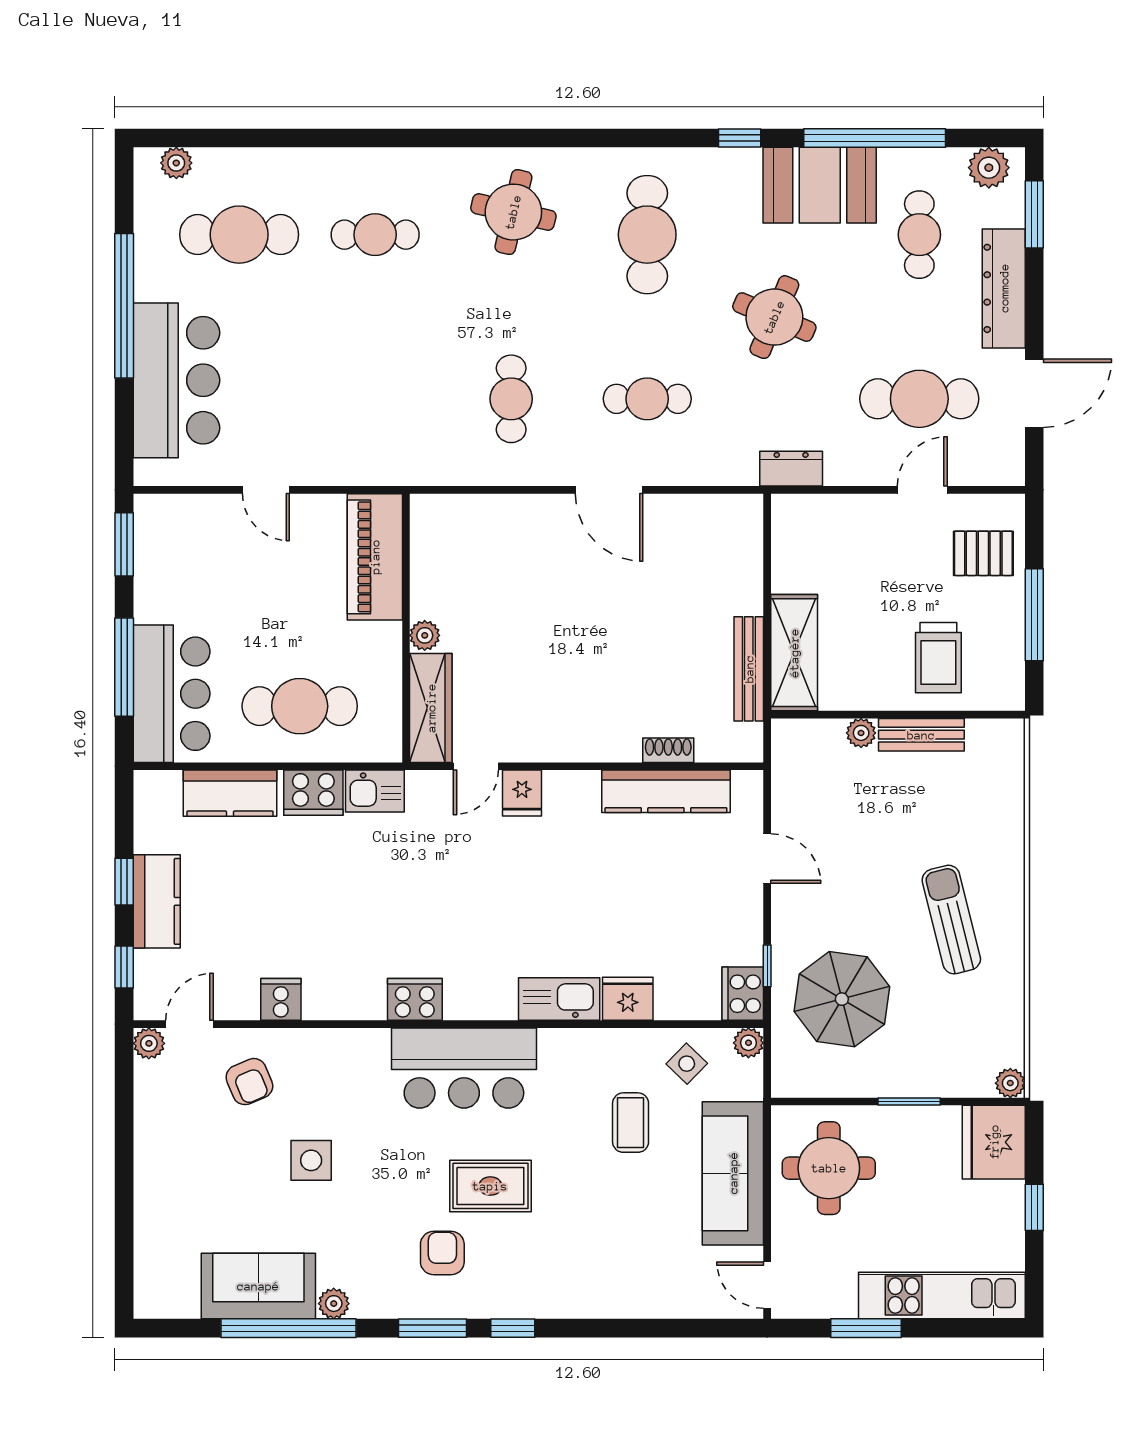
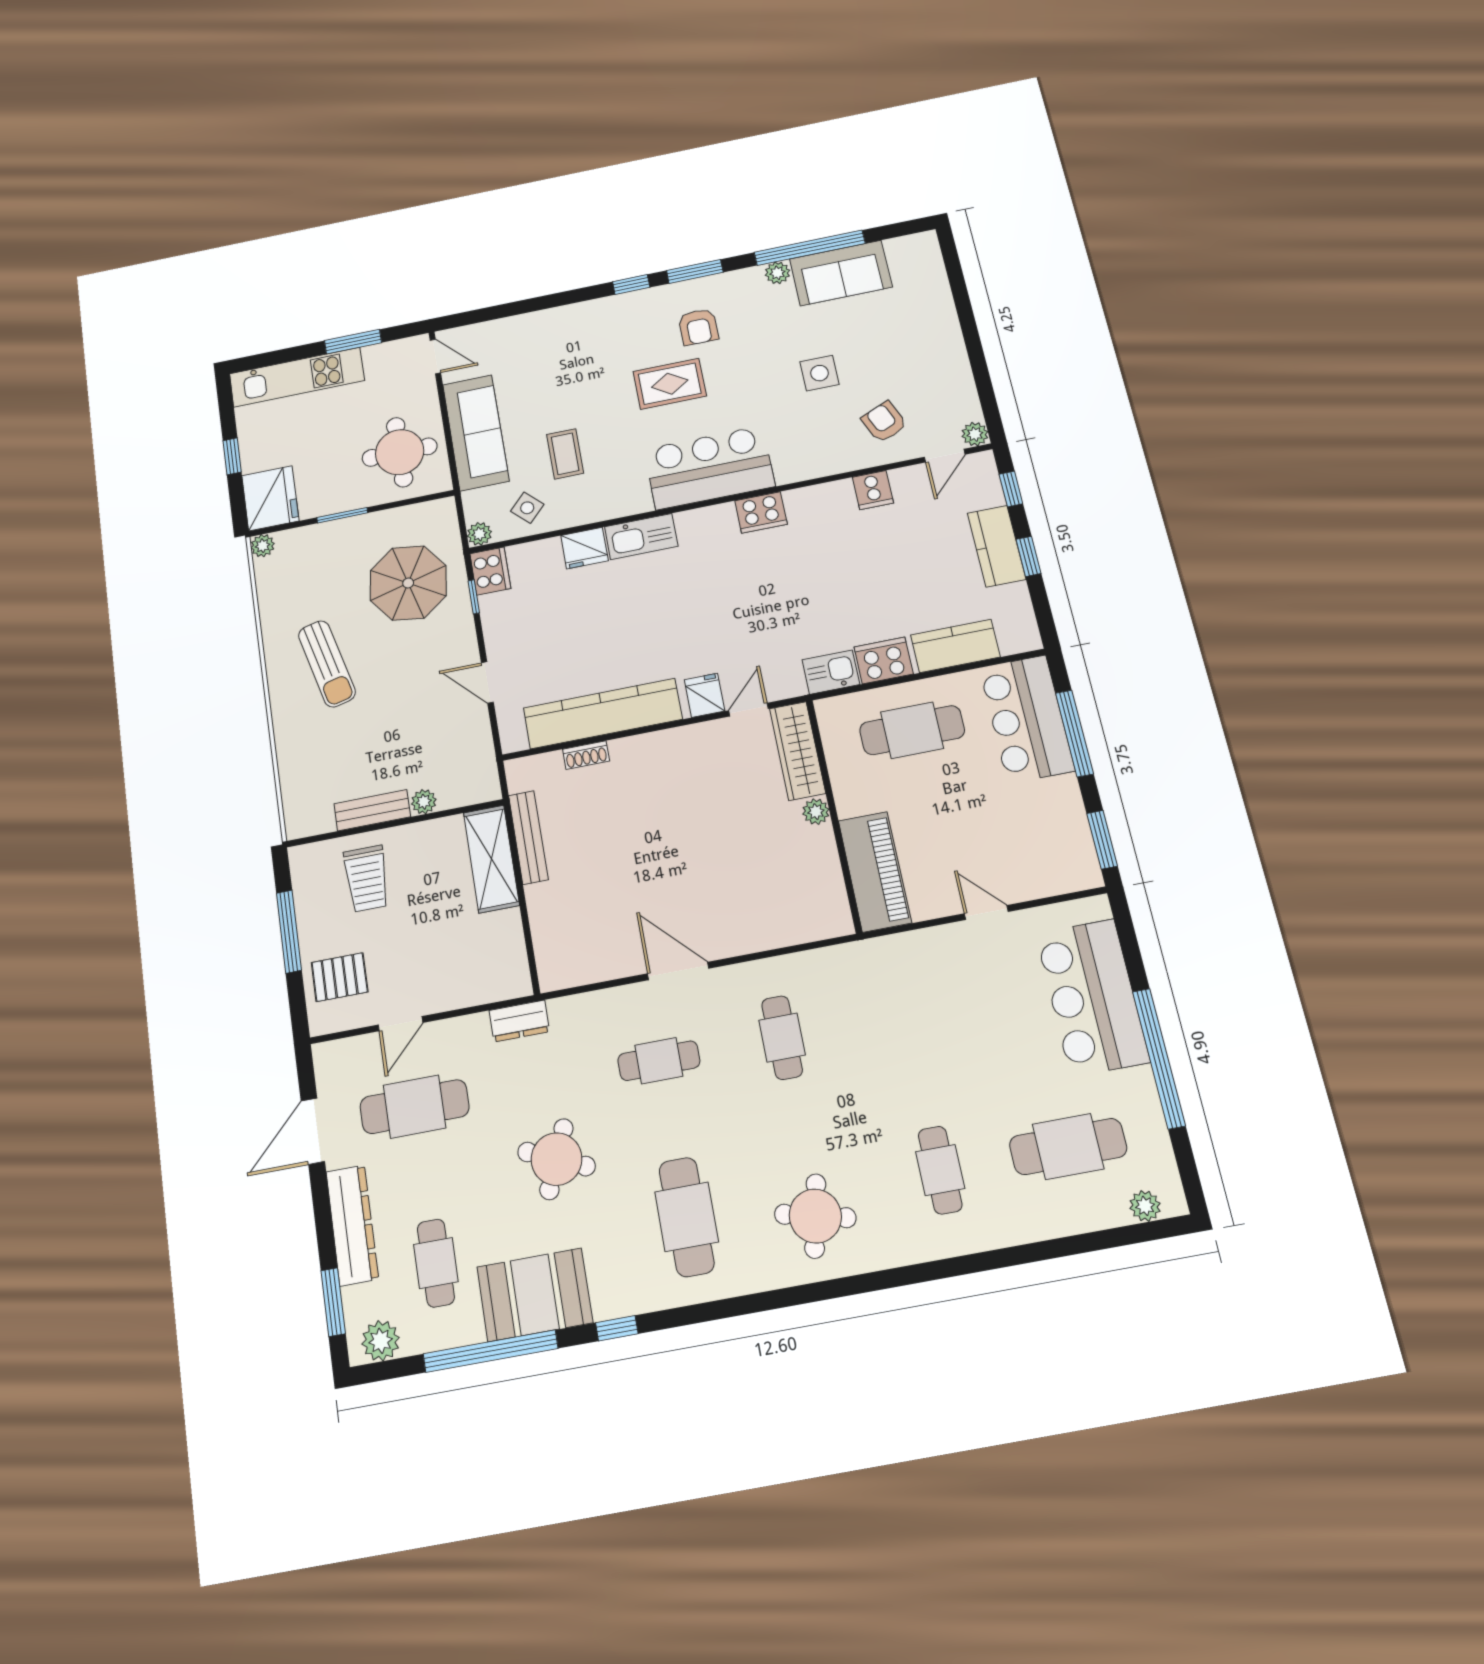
cafe table: (375, 235) -> (940, 1170), turned 90
trolley: (938, 658) -> (367, 879), turned 180
kitchen counter: (666, 791) -> (603, 714), width x1.39, depth x1.17

